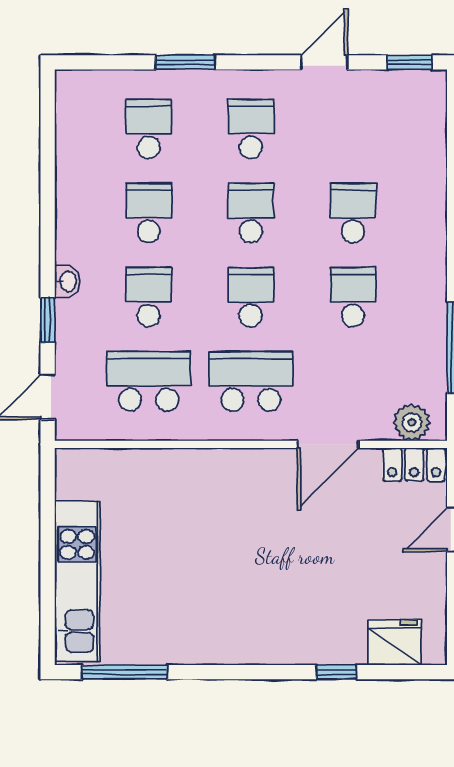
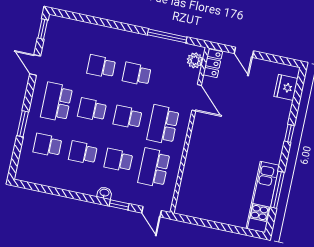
school desk: (251, 129) -> (57, 102), width x1.85
kitchen unit: (77, 581) -> (263, 197), moved, turned -90
window: (125, 672) -> (277, 190), moved
window: (336, 672) -> (289, 133), moved

